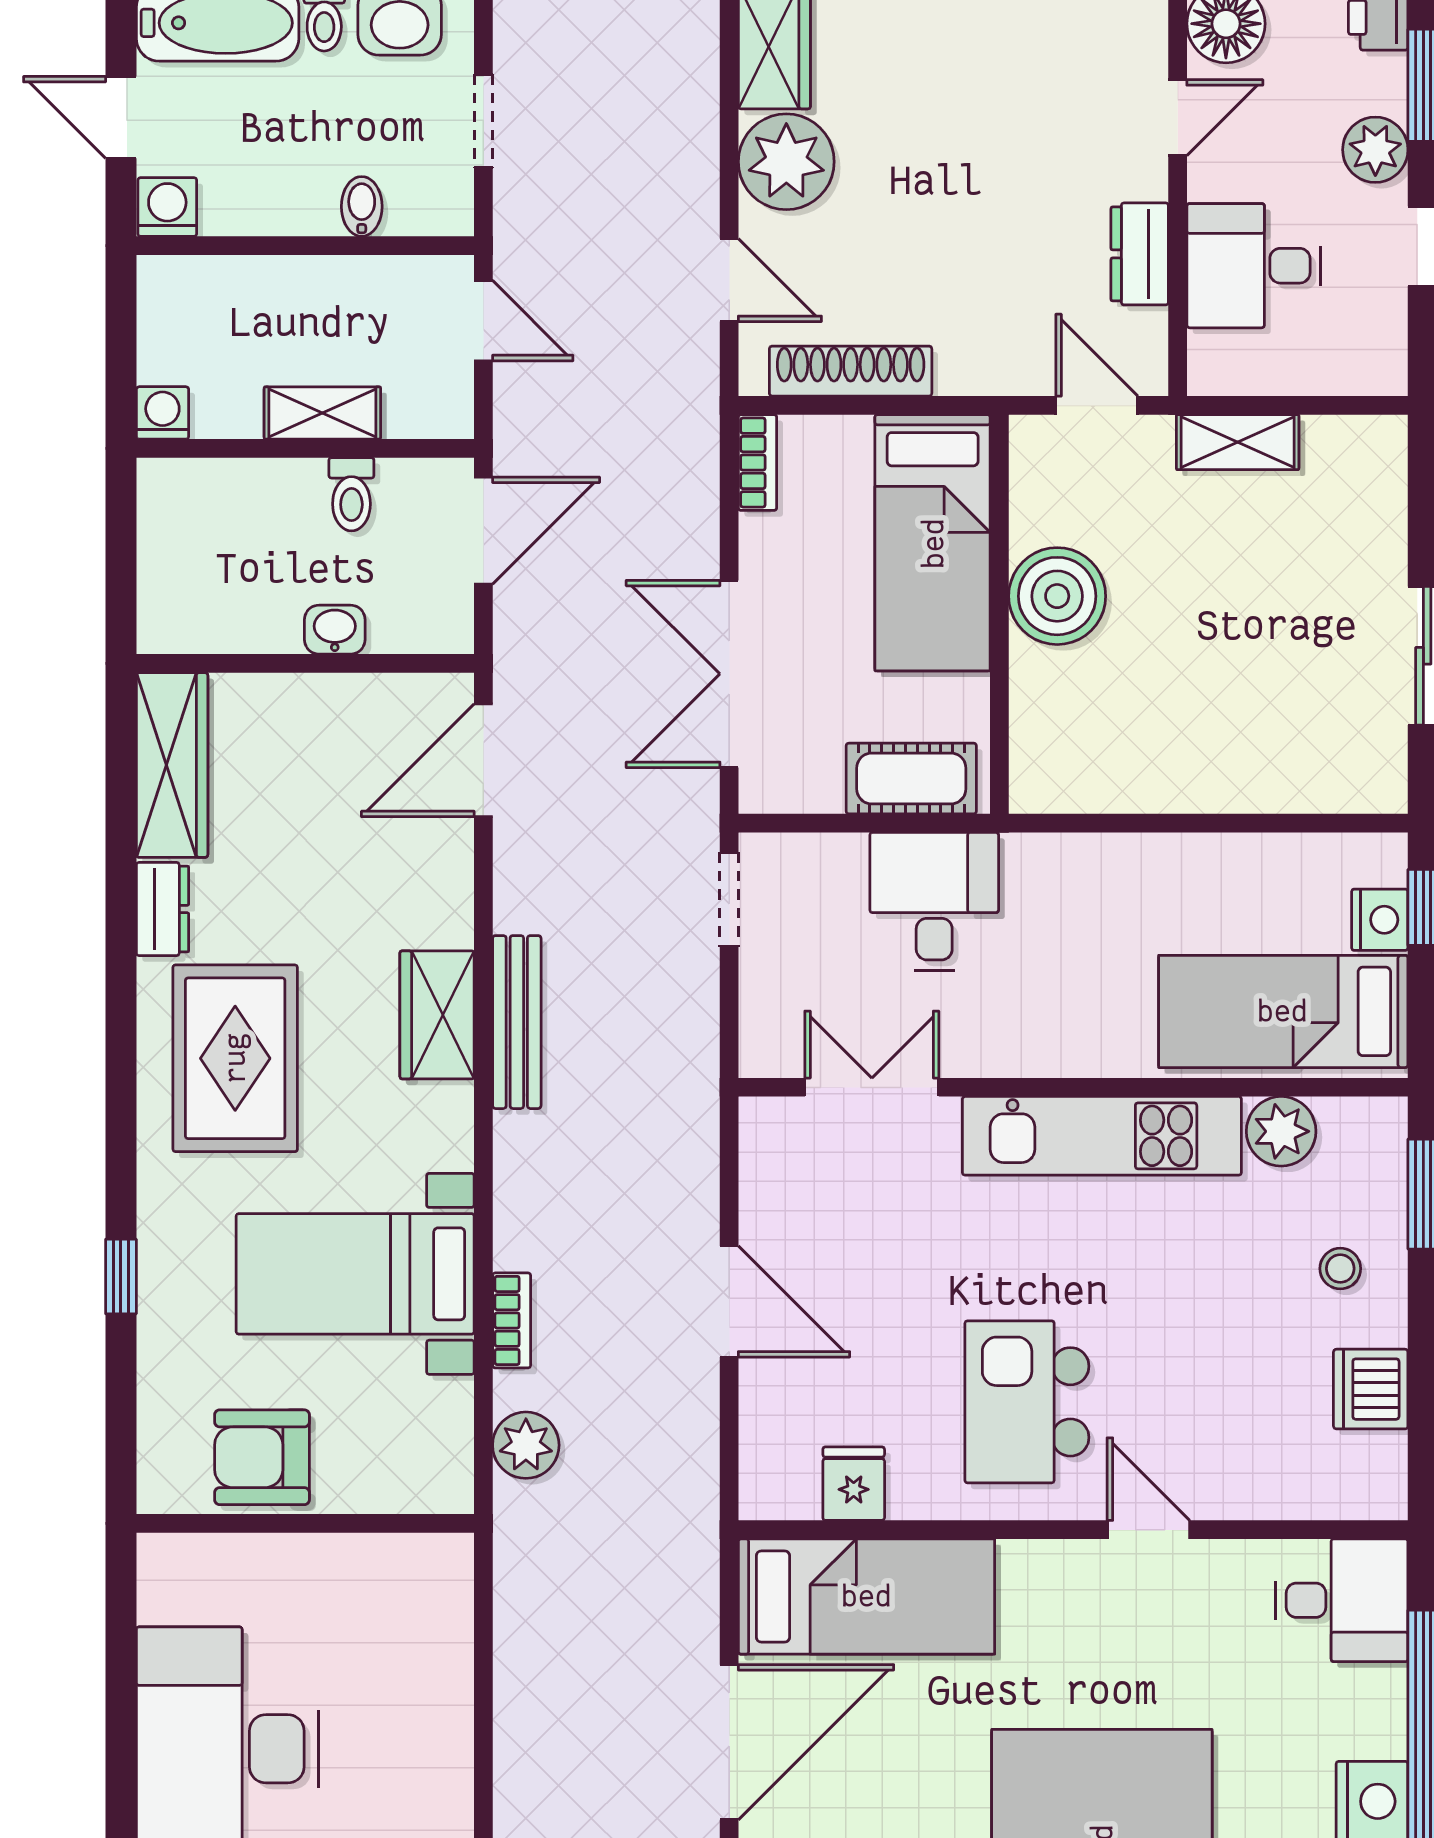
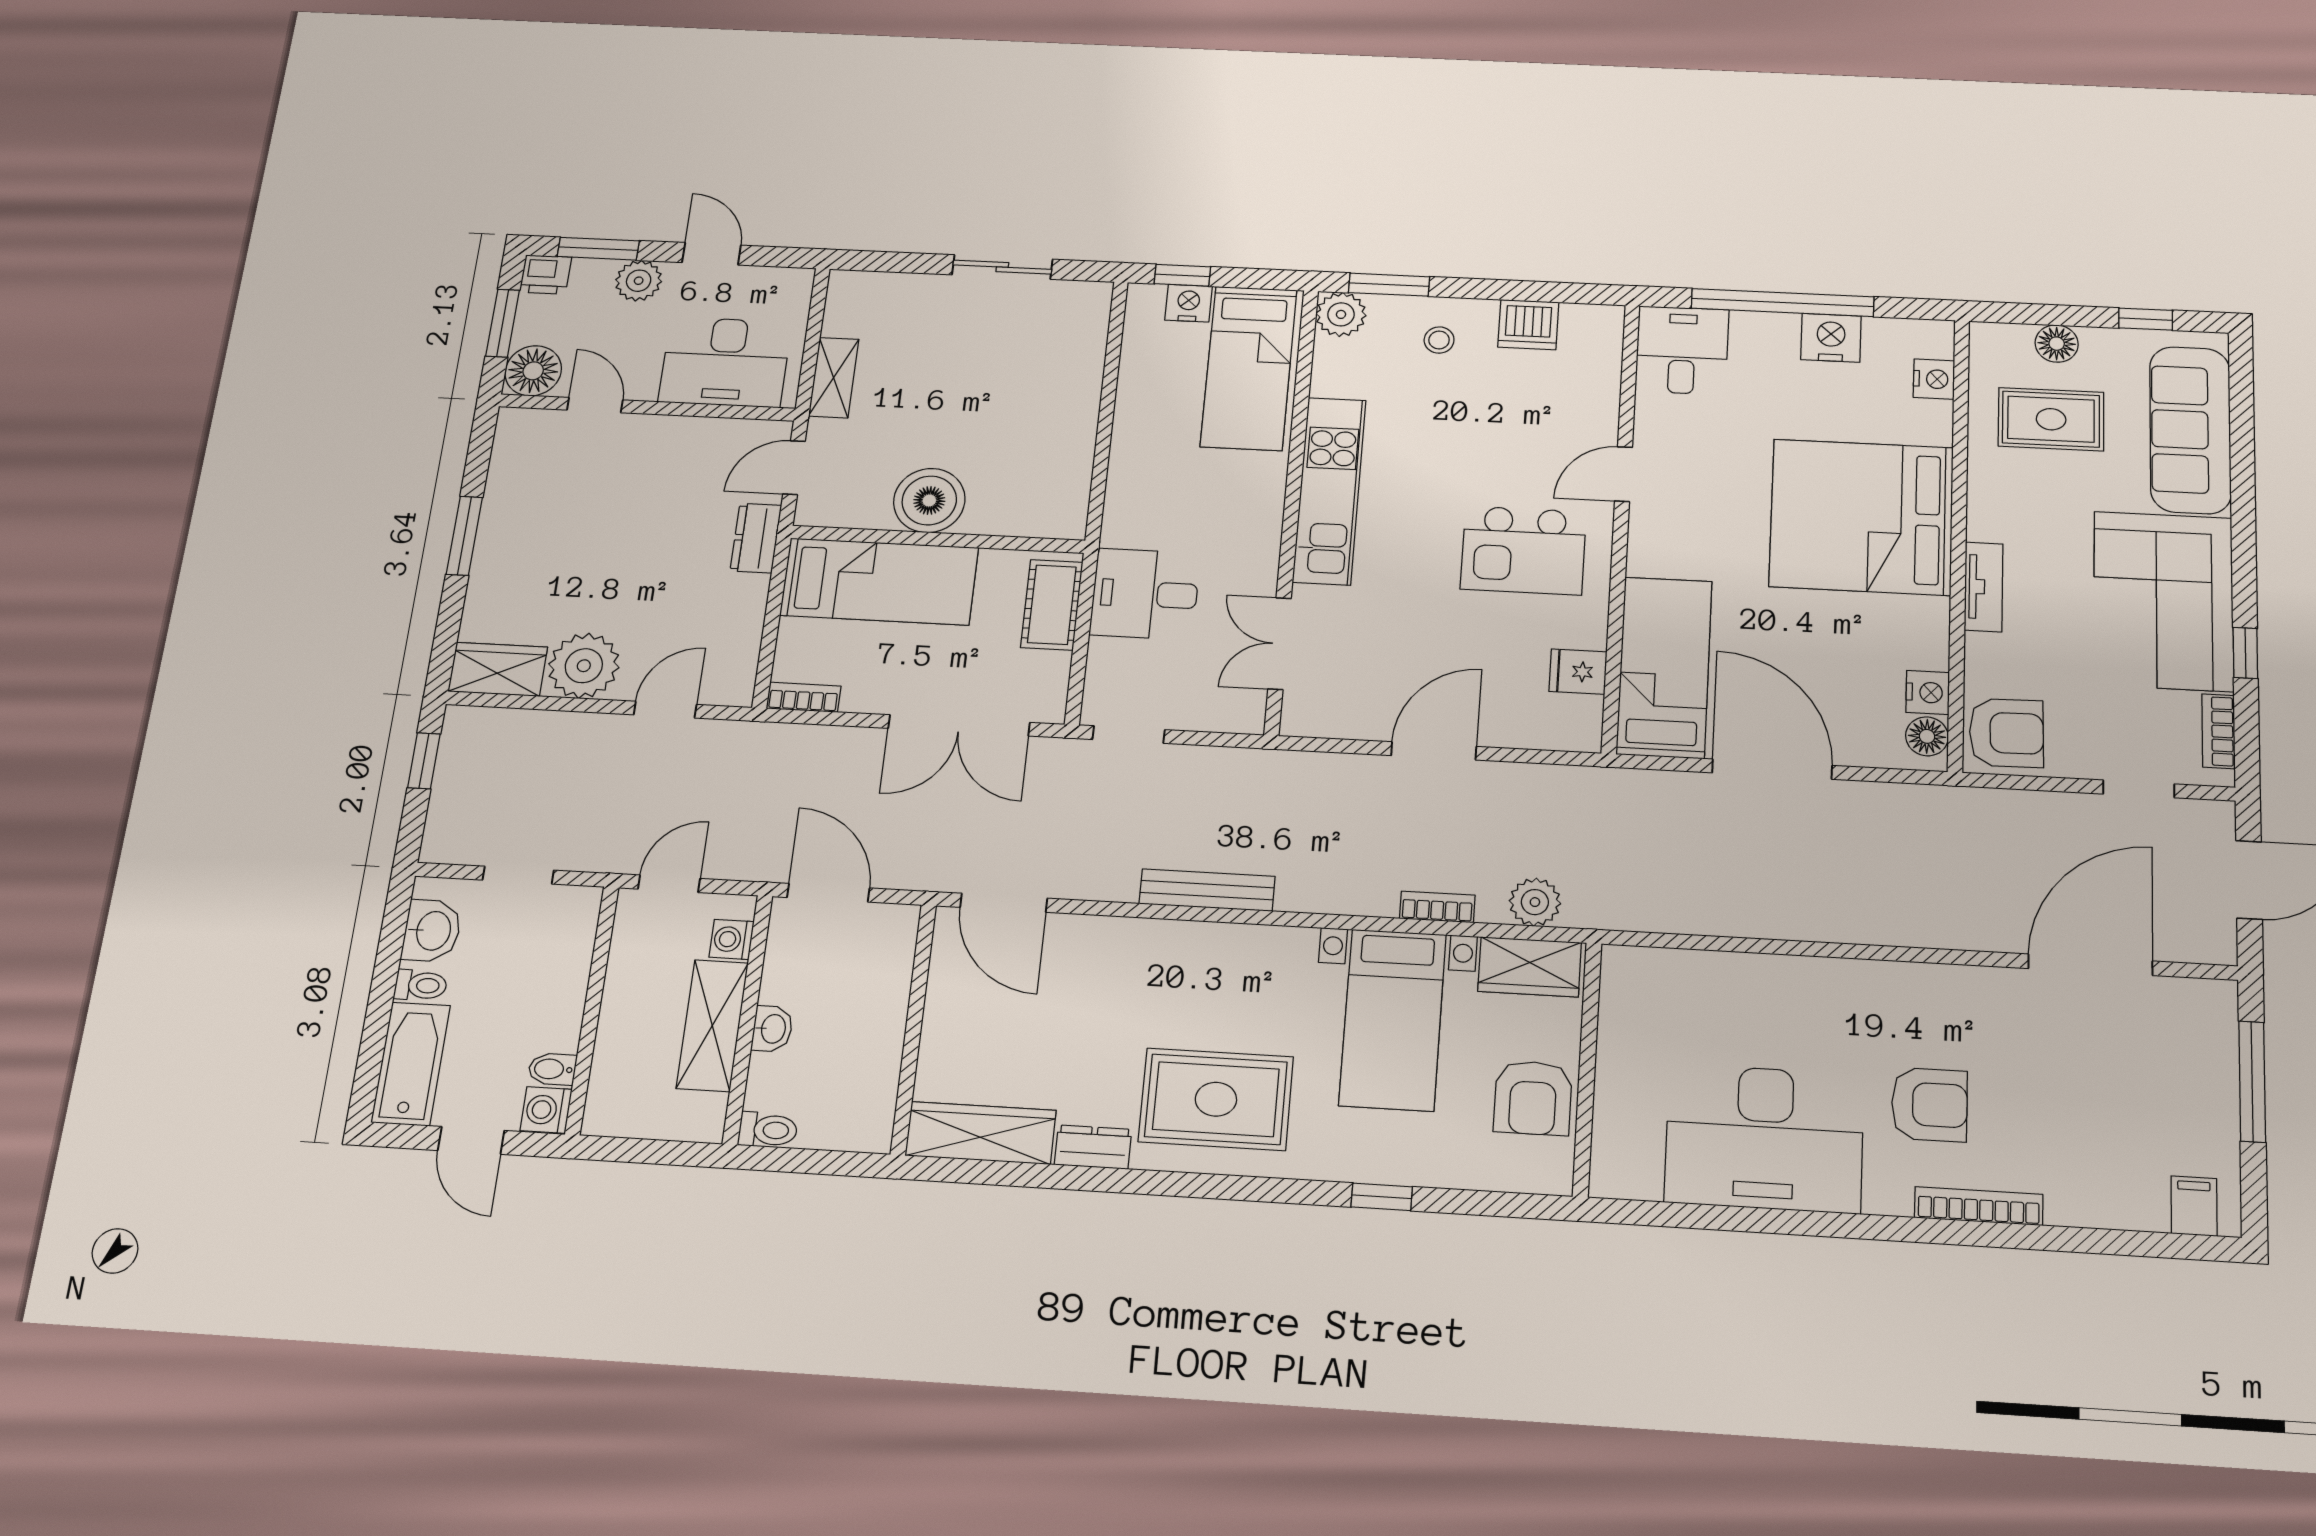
door: (121, 117) -> (471, 1140), hinge flipped
bidet: (362, 206) -> (552, 1069), moved
dresser: (1140, 254) -> (756, 538), moved, turned 90
desk: (1254, 266) -> (725, 362), width x1.37
shoe rack: (851, 371) -> (745, 630), removed
washing machine: (162, 413) -> (732, 939), moved
shelving: (322, 413) -> (712, 1025), width x1.50, depth x1.33
toilet: (351, 494) -> (768, 1130), moved
washbasin: (335, 630) -> (772, 1029), moved, turned 180
wardrobe: (437, 1015) -> (1530, 967), moved
plant: (1281, 1131) -> (1341, 314), moved

